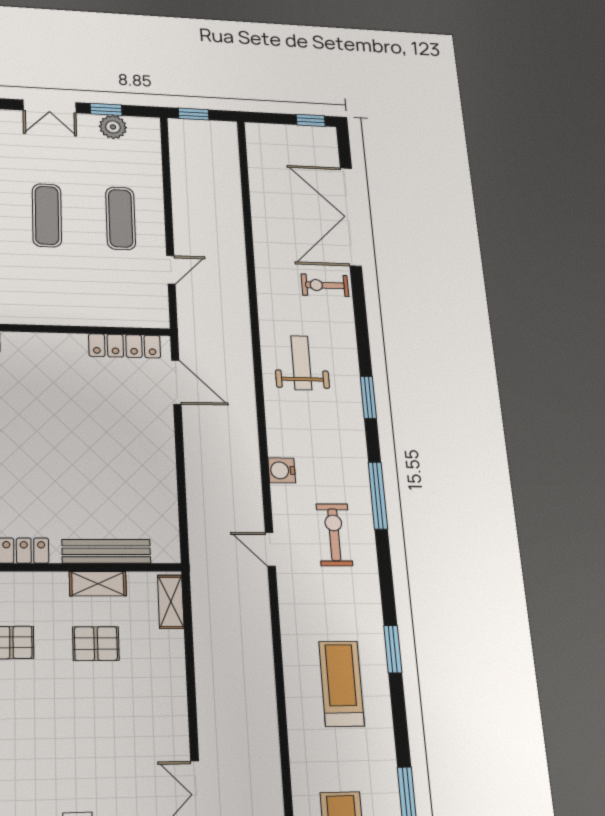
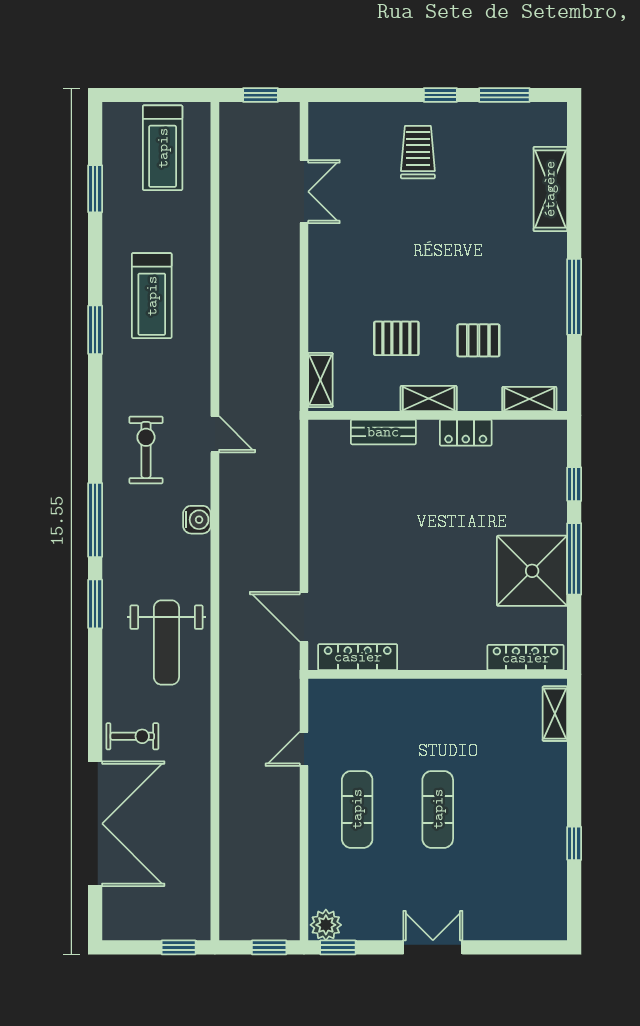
window: (106, 109) -> (338, 947), moved
window: (311, 120) -> (179, 947), moved
plant: (113, 127) -> (326, 925), moved
weight bench: (301, 363) -> (166, 642), width x1.36, depth x1.33
window: (378, 496) -> (95, 520), moved
exercise bike: (334, 535) -> (146, 450), turned 180
bench: (106, 551) -> (383, 432), width x0.73
shelving: (98, 584) -> (429, 399), moved

